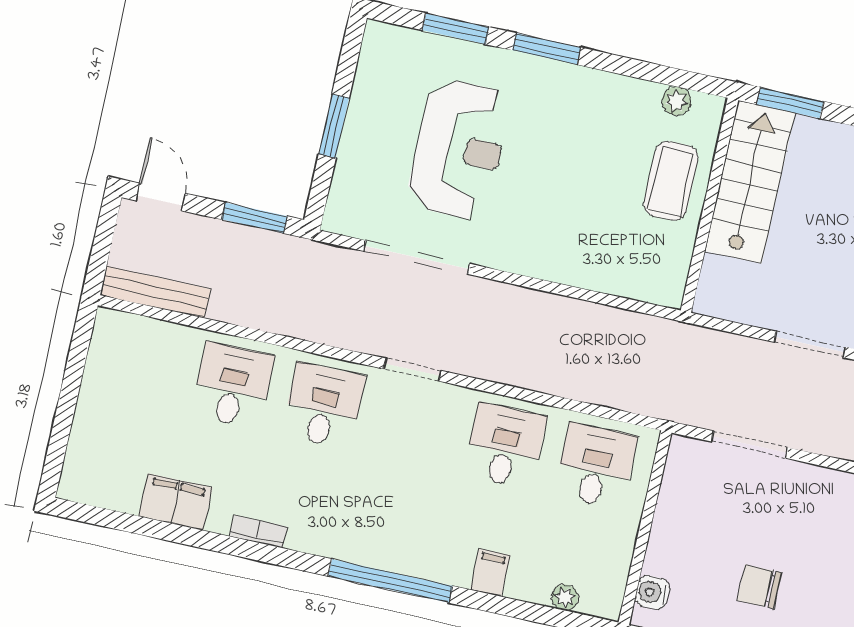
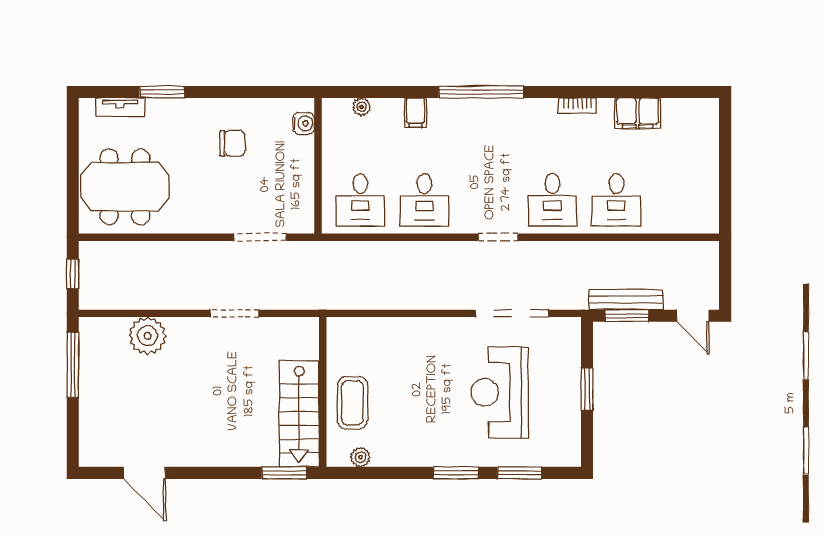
bench: (155, 292) -> (626, 299), moved

